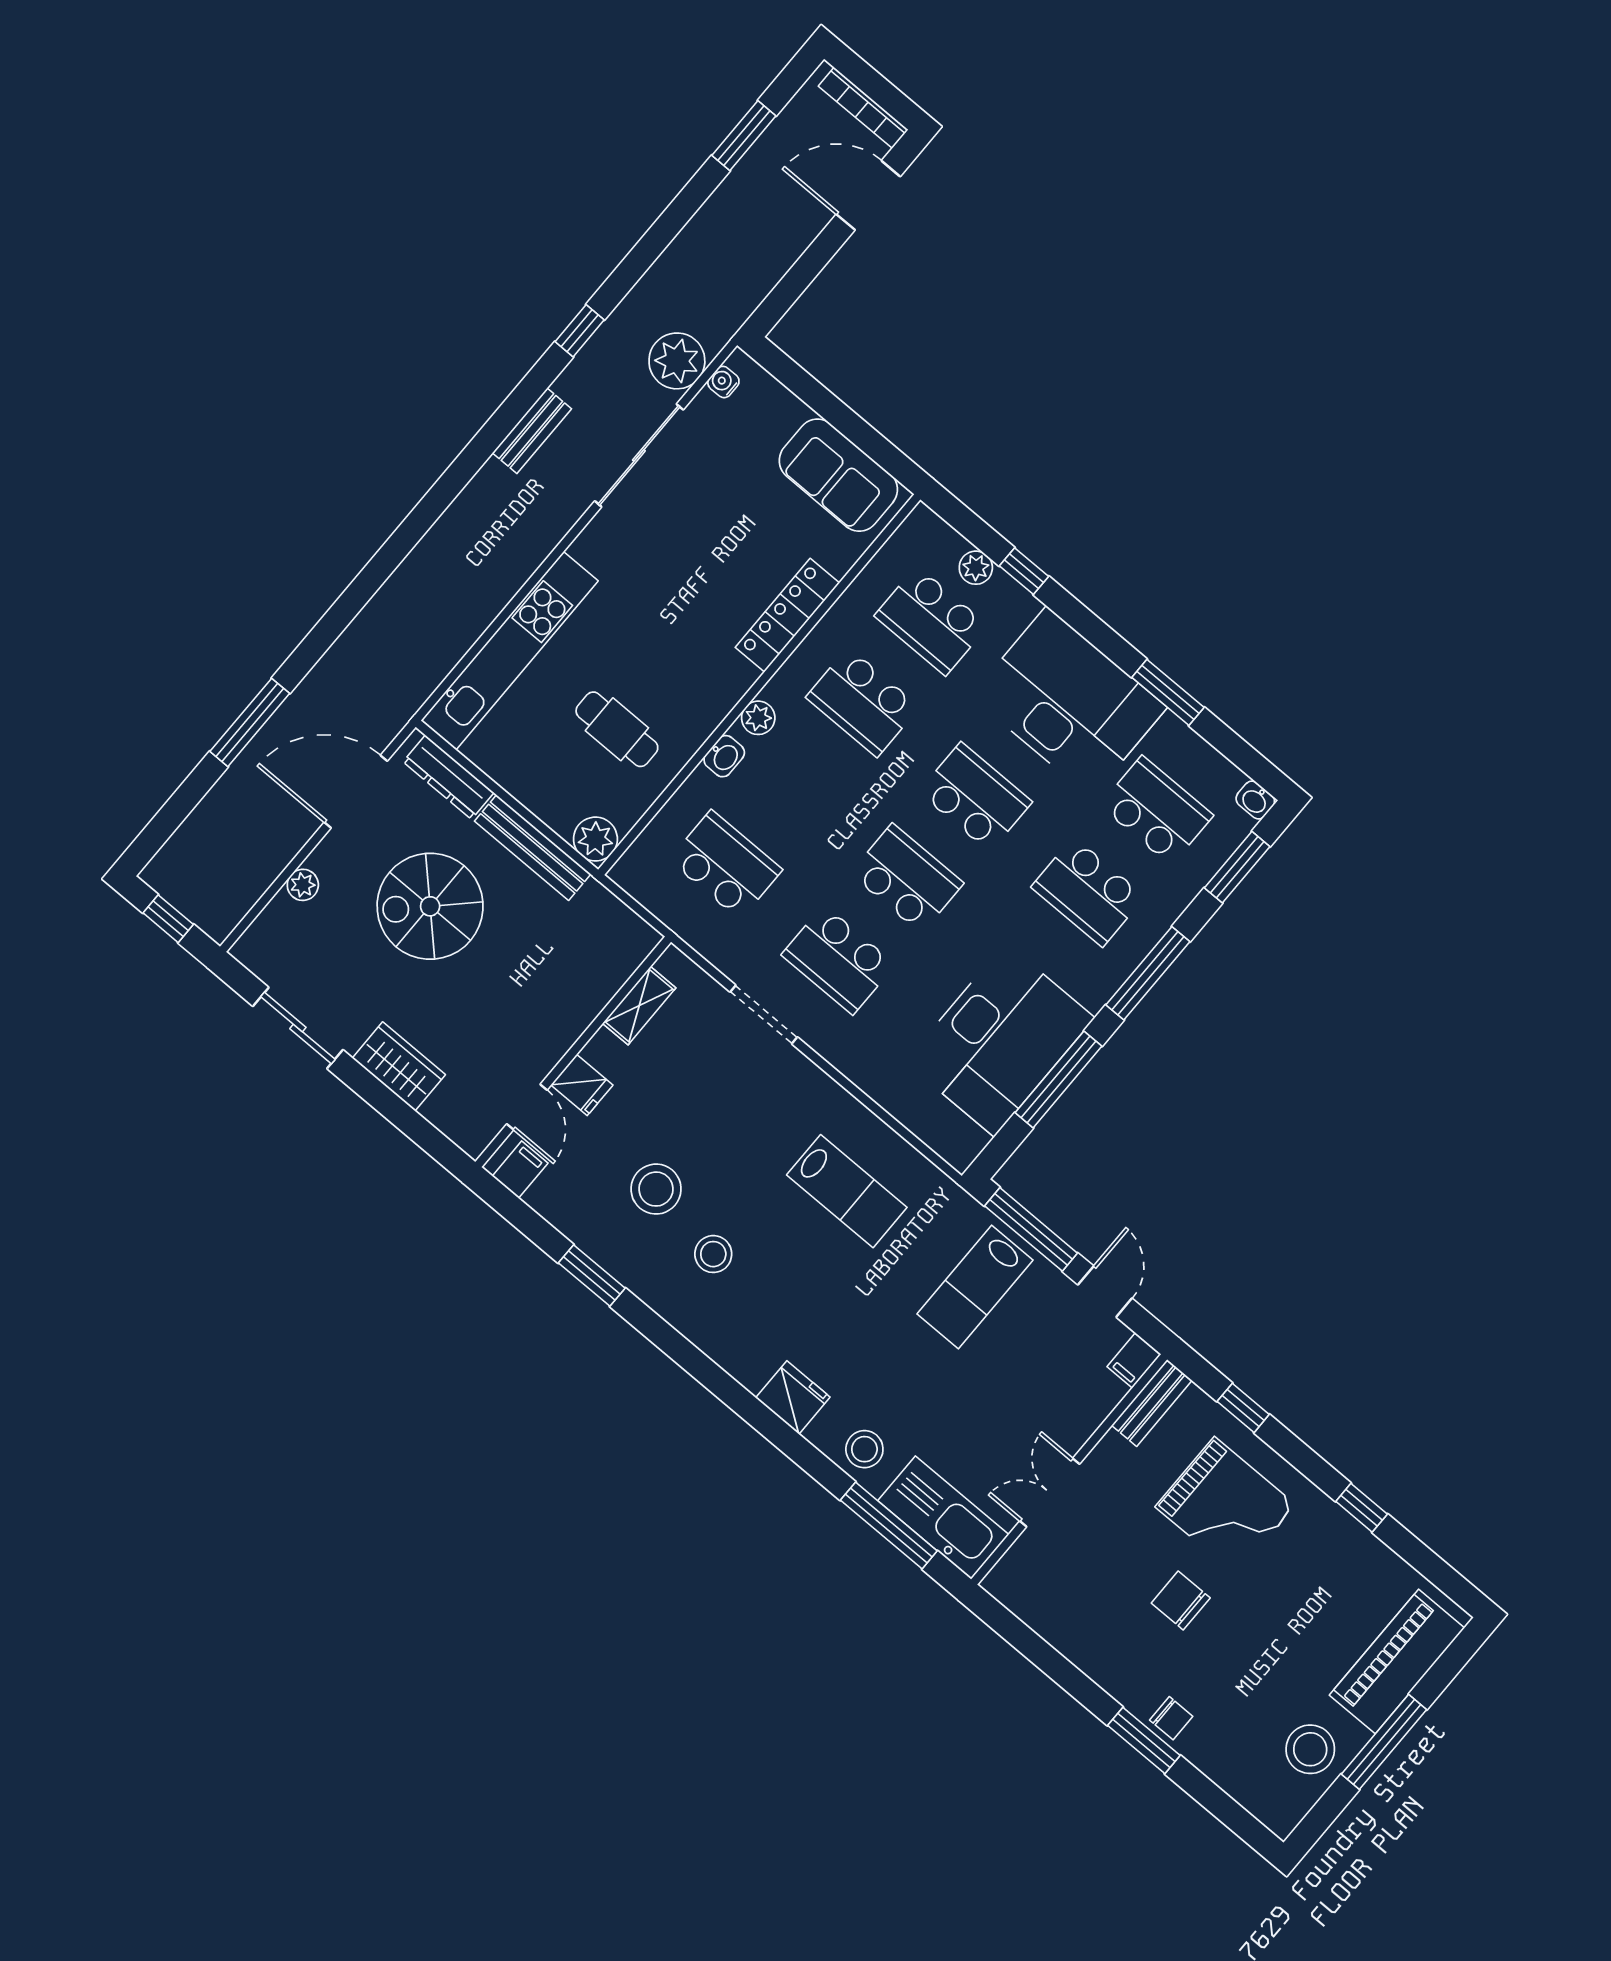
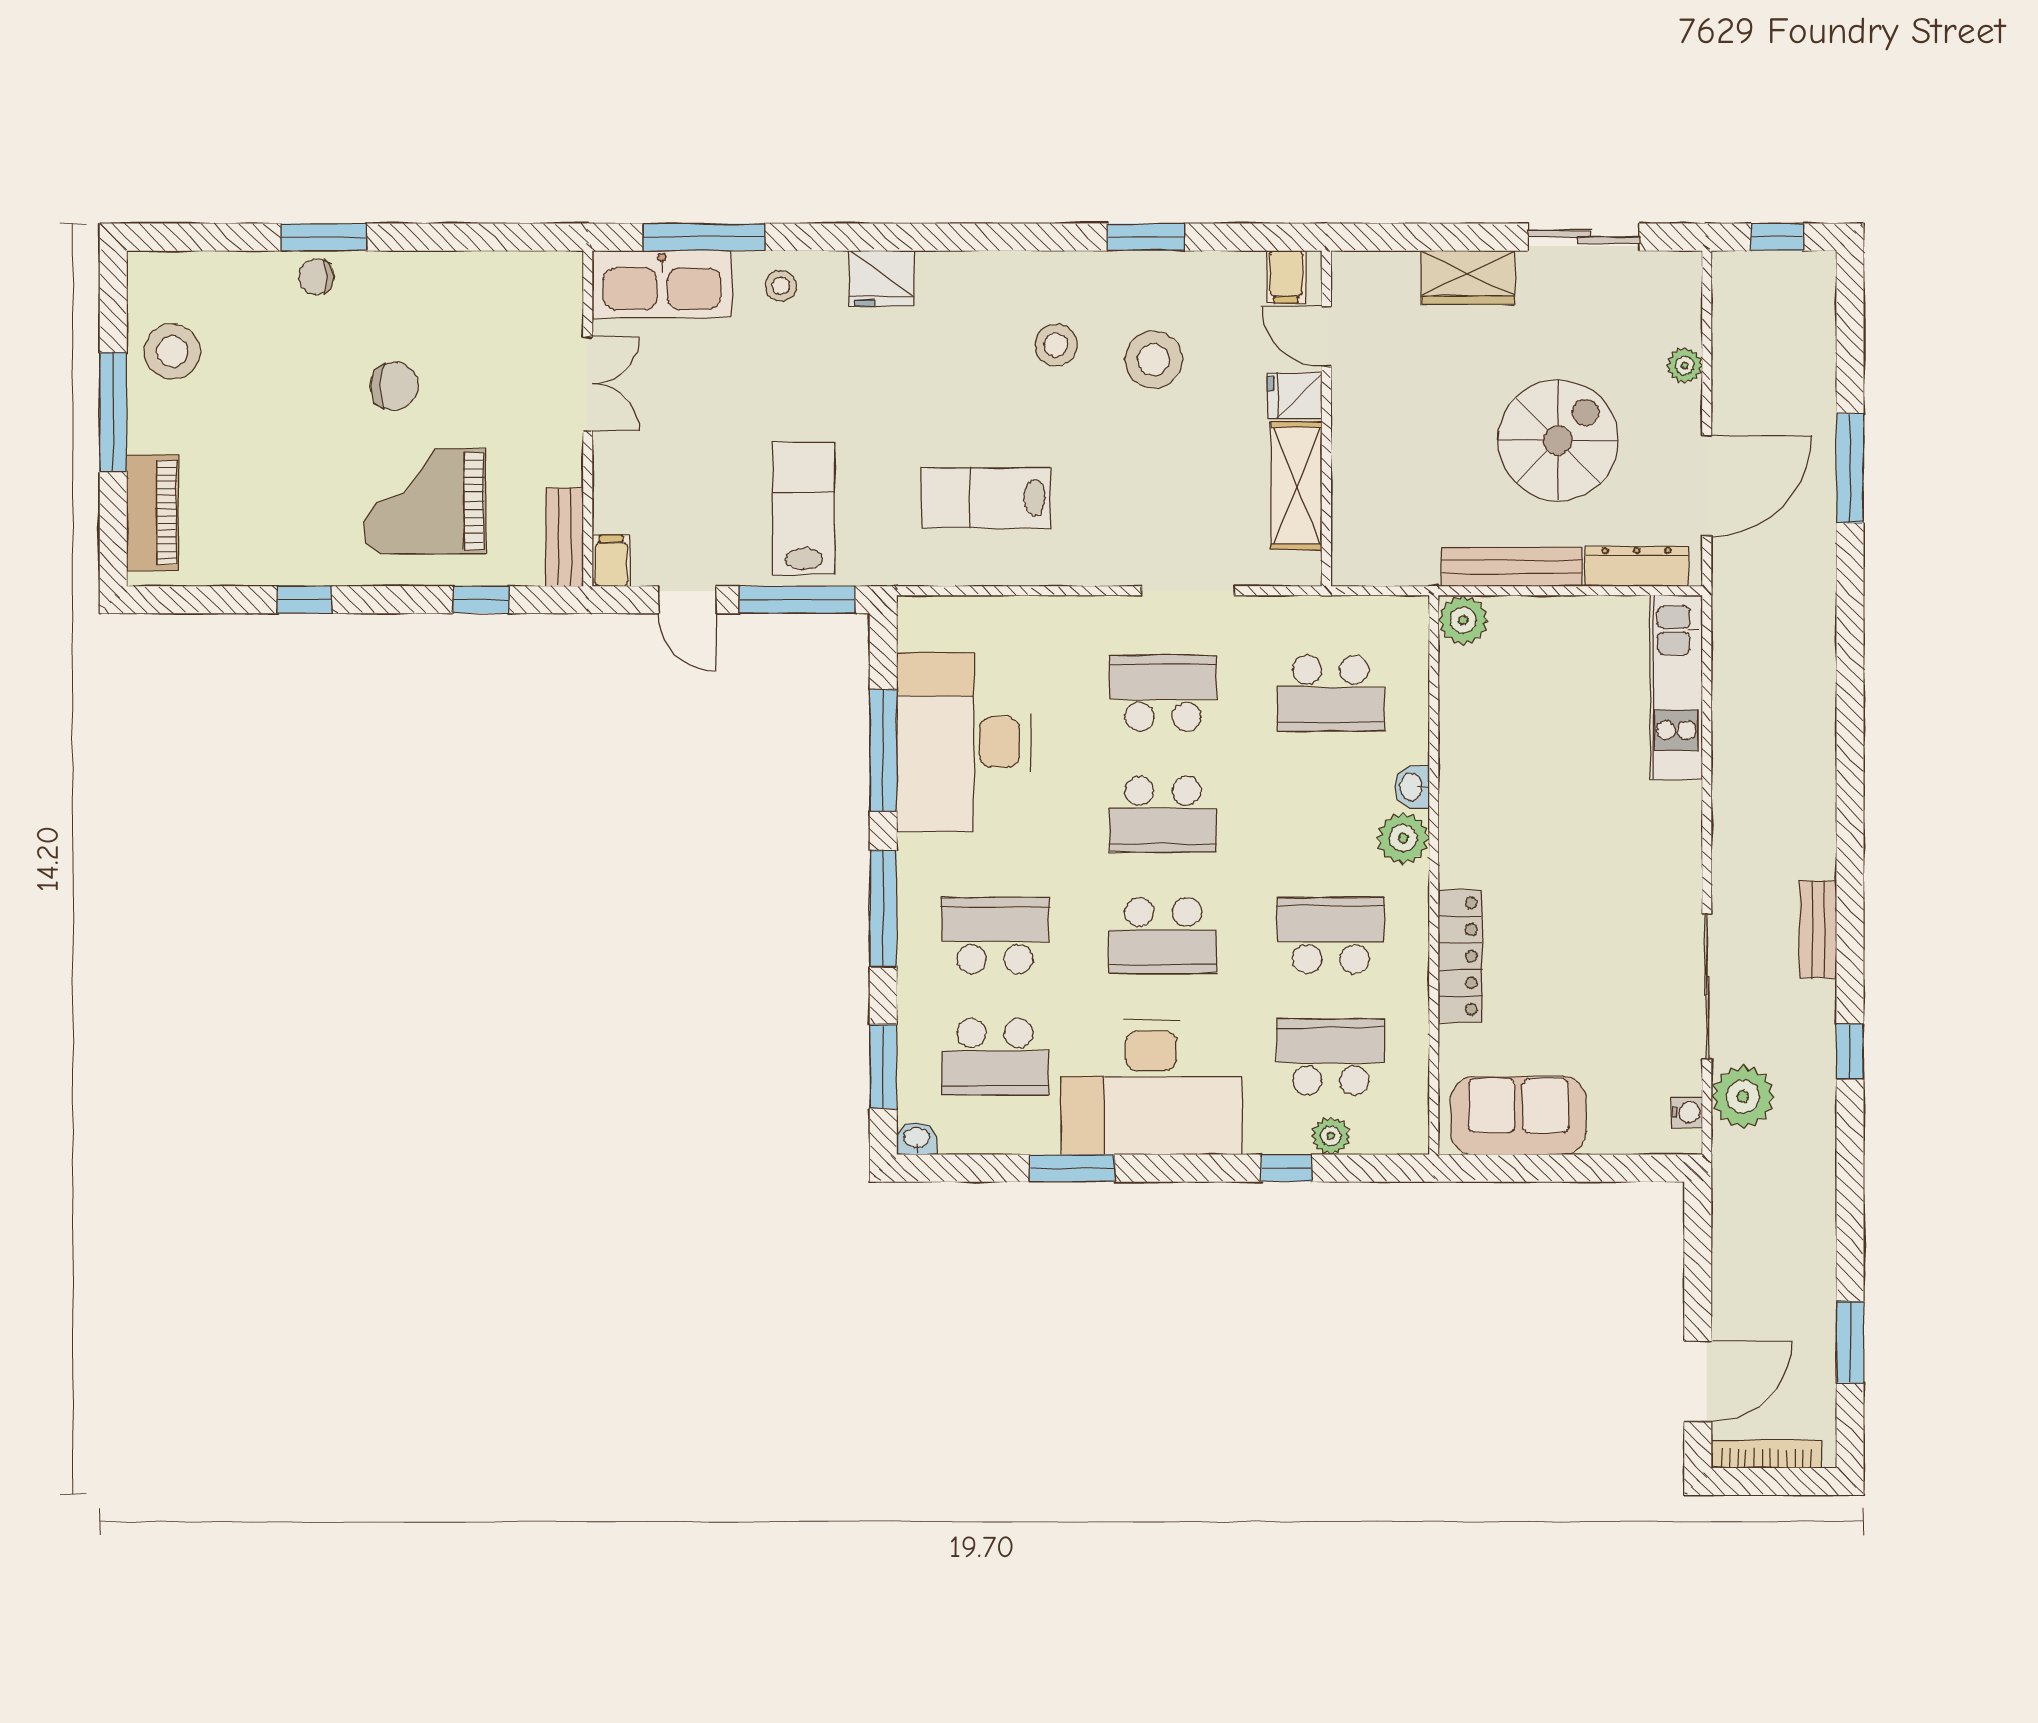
kitchen unit: (510, 651) -> (1676, 688), width x0.73
plant: (758, 718) -> (1403, 838), width x1.38, depth x1.38
cafe table: (617, 729) -> (1525, 732), removed
shelving: (639, 1006) -> (1296, 486), width x1.50, depth x1.33
stool: (864, 1449) -> (781, 286), width x0.73, depth x0.73
piano: (1397, 1662) -> (153, 513), width x0.73, depth x0.75

